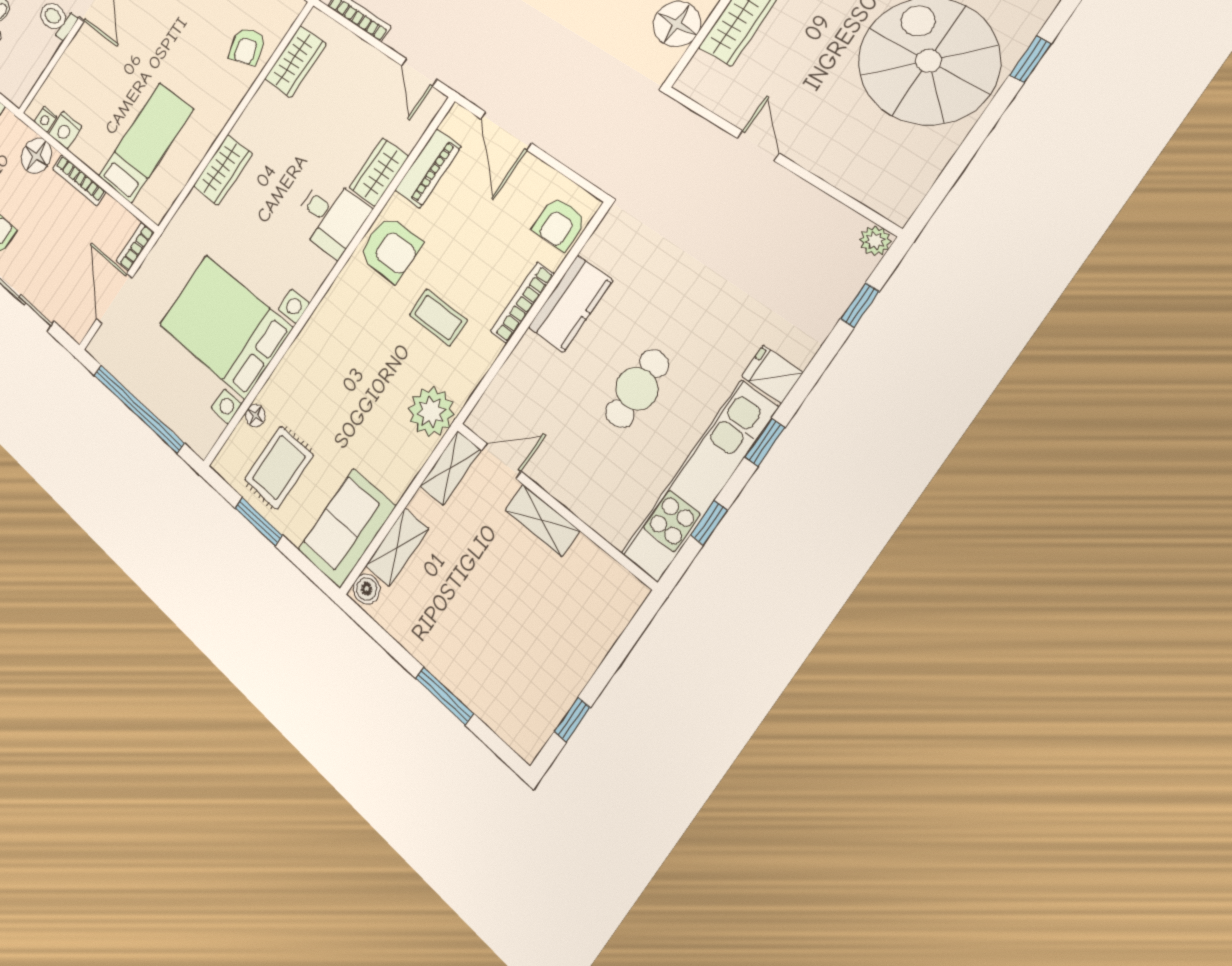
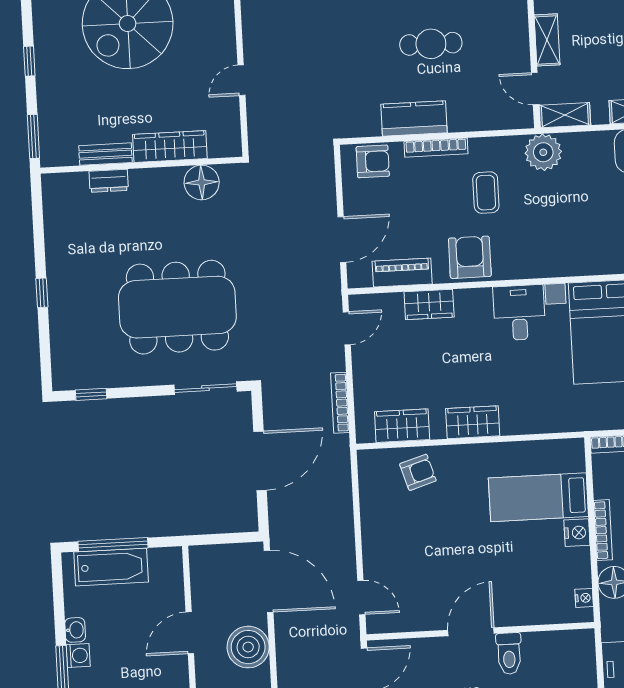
nightstand: (65, 130) -> (577, 533), moved
wardrobe: (223, 170) -> (473, 422), moved
desk: (331, 216) -> (519, 313), moved

